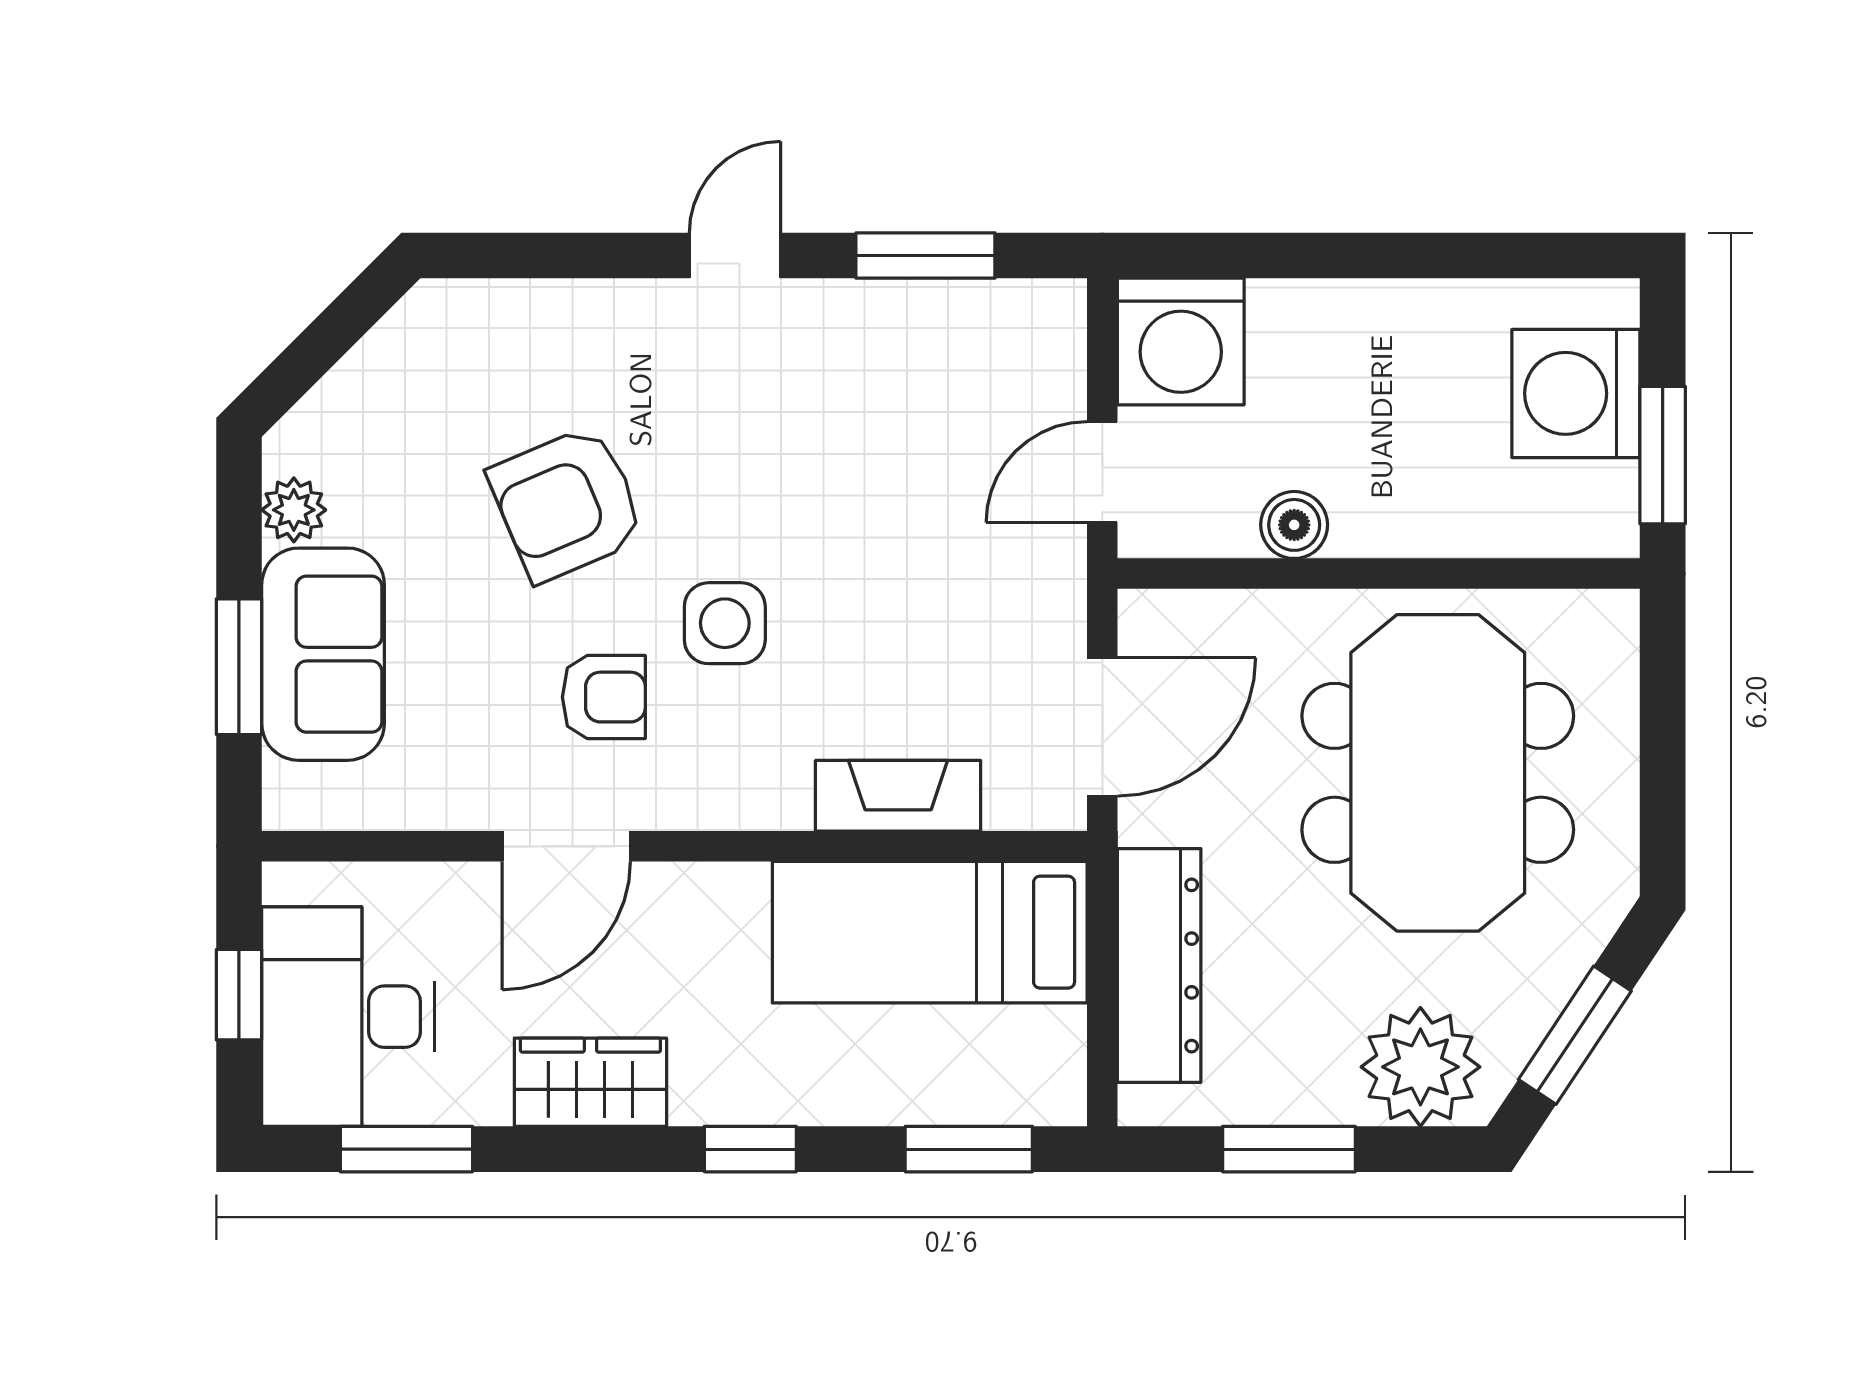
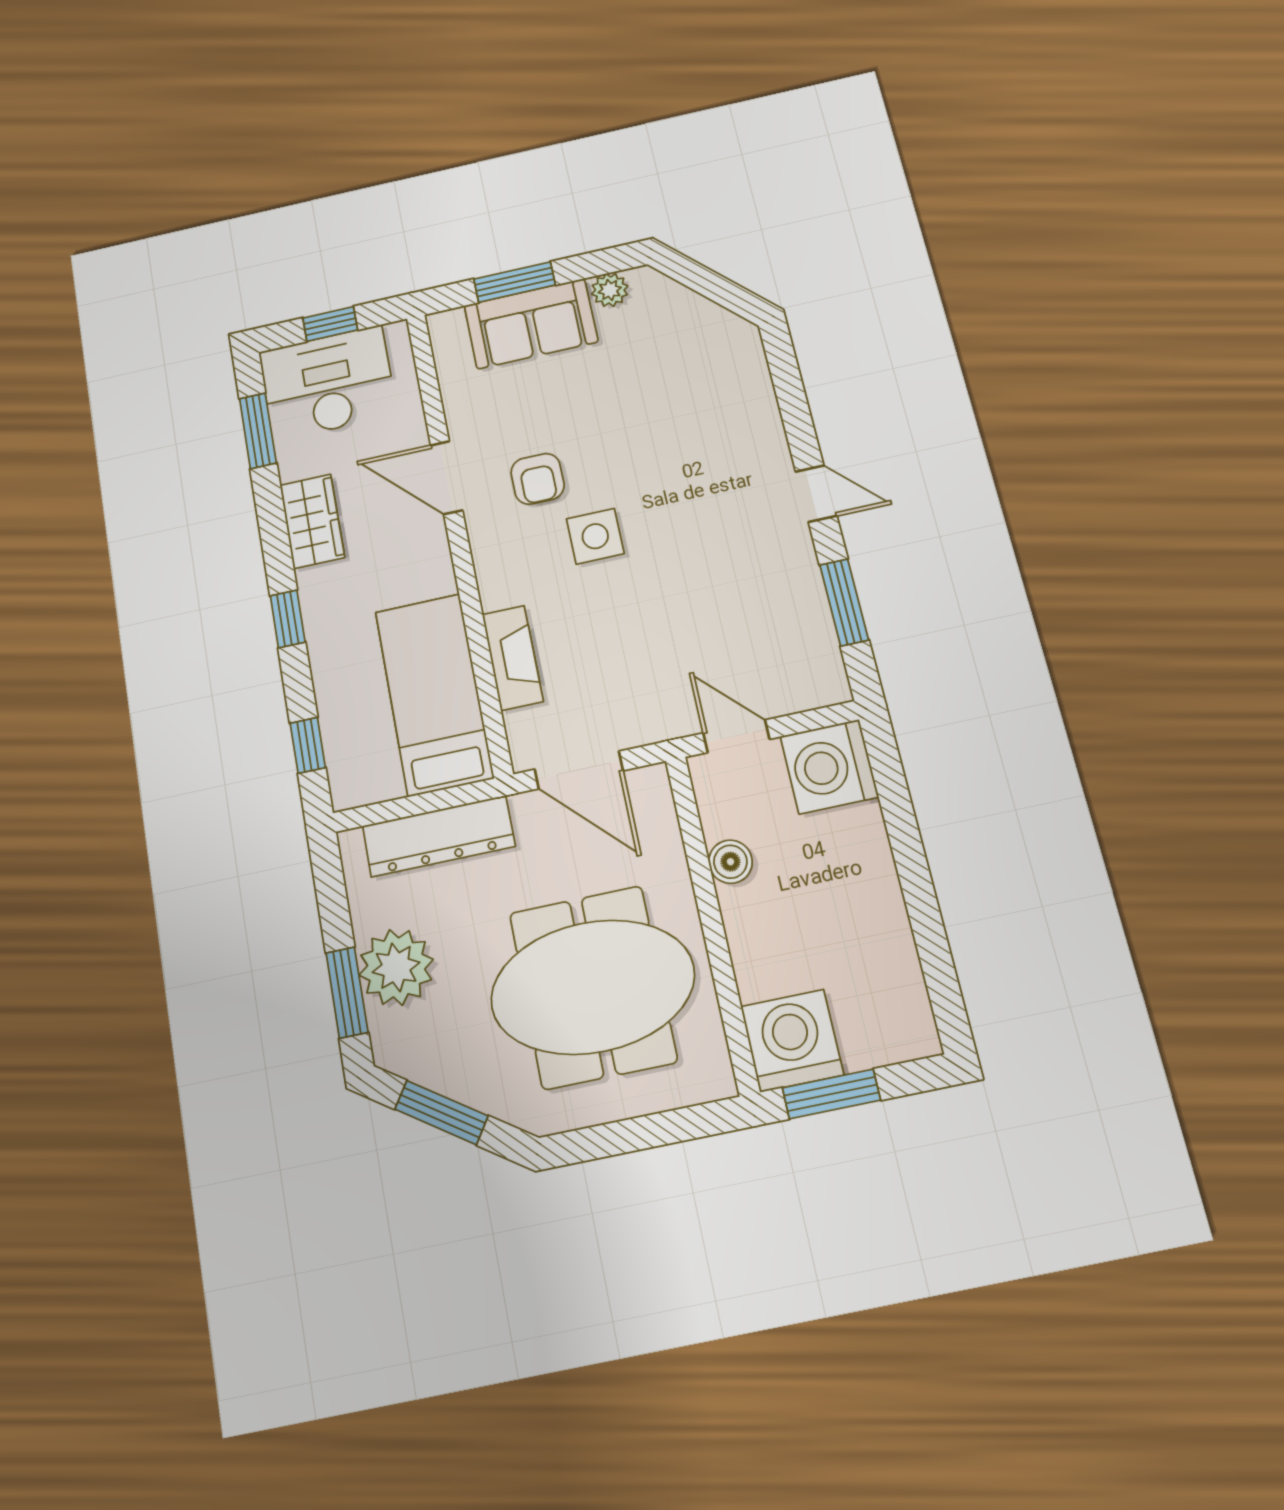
washing machine: (1576, 393) -> (792, 1041), moved
armchair: (567, 504) -> (646, 434), removed
plant: (1420, 1067) -> (396, 967), moved
window: (969, 1149) -> (308, 745), width x0.67
window: (1289, 1149) -> (347, 992), moved

